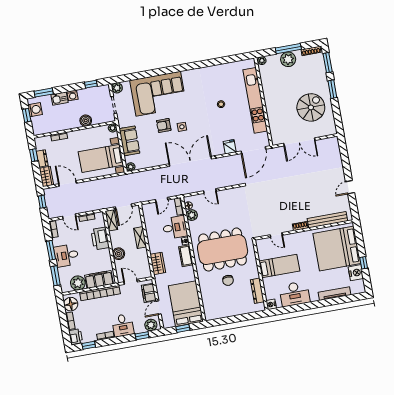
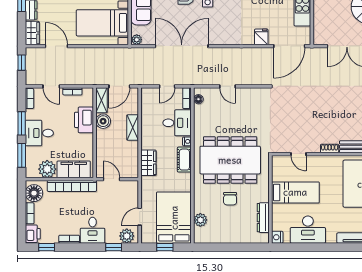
double door: (190, 161) -> (182, 46), moved
plant: (192, 215) -> (200, 220), moved
boiler: (119, 254) -> (103, 121), moved
filing cabinet: (149, 293) -> (131, 197), removed

